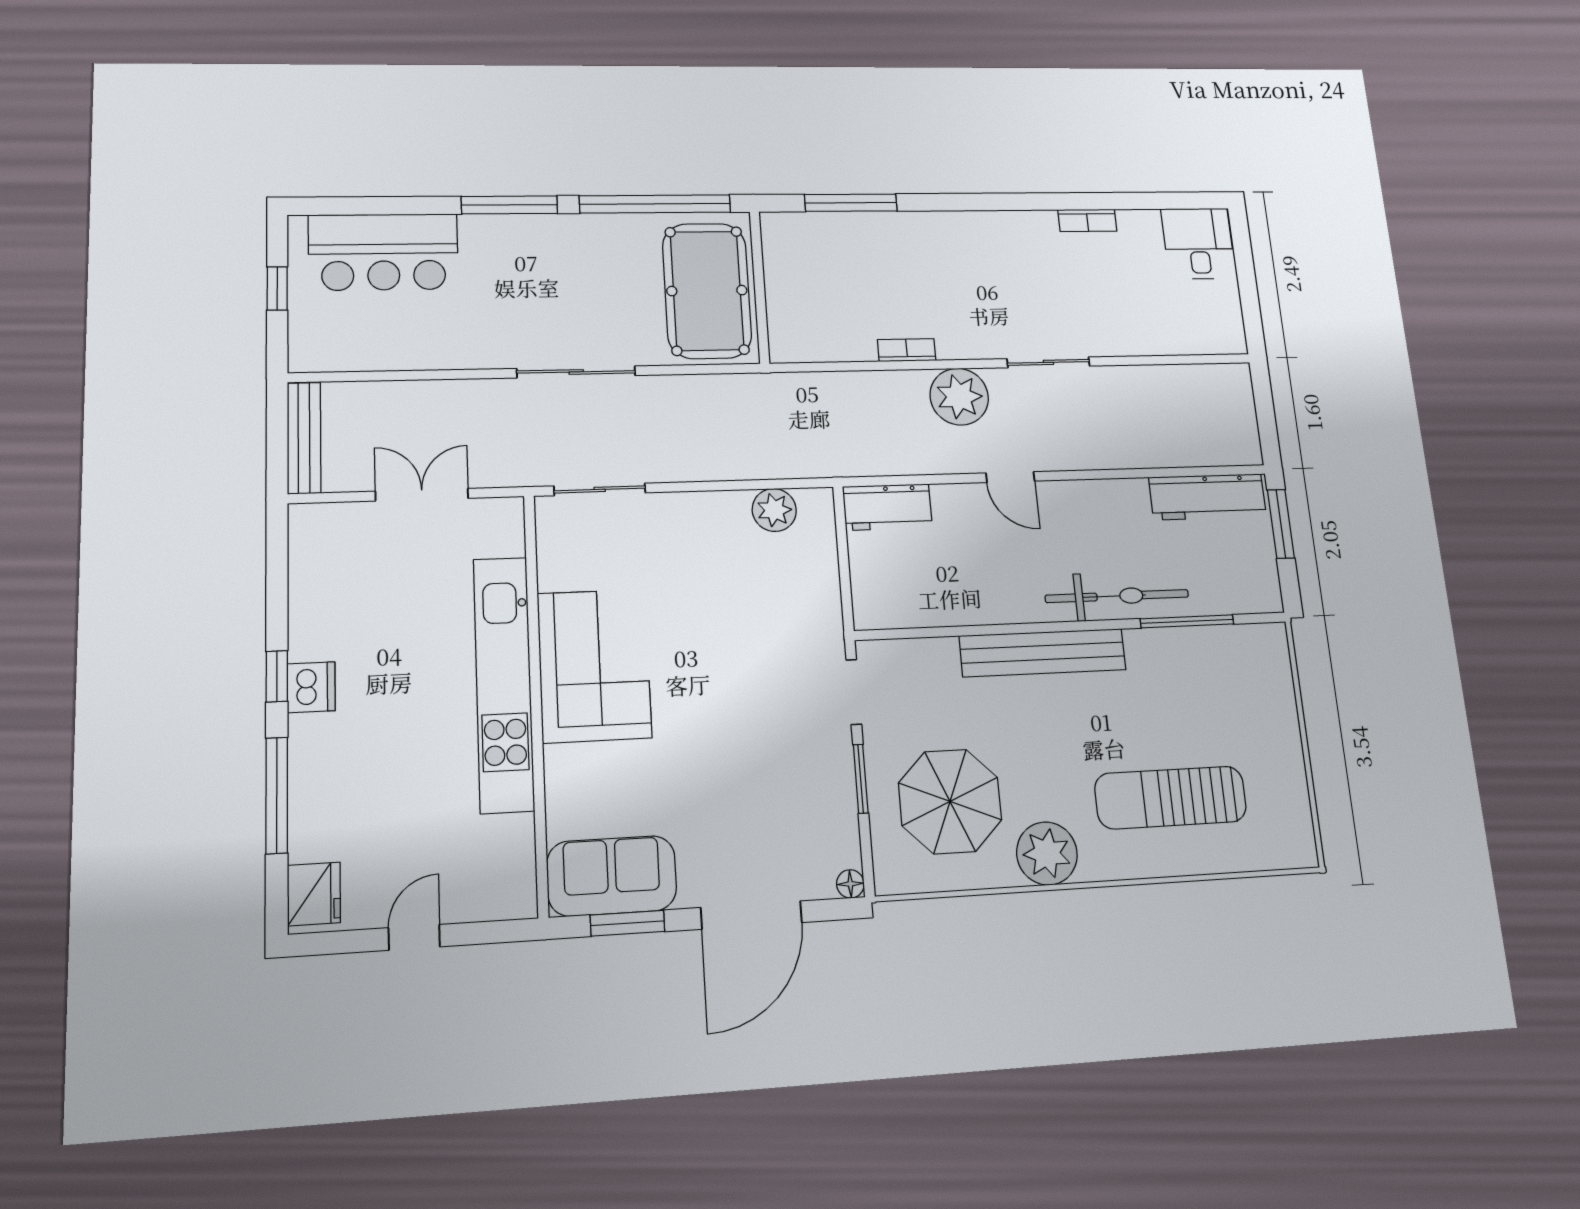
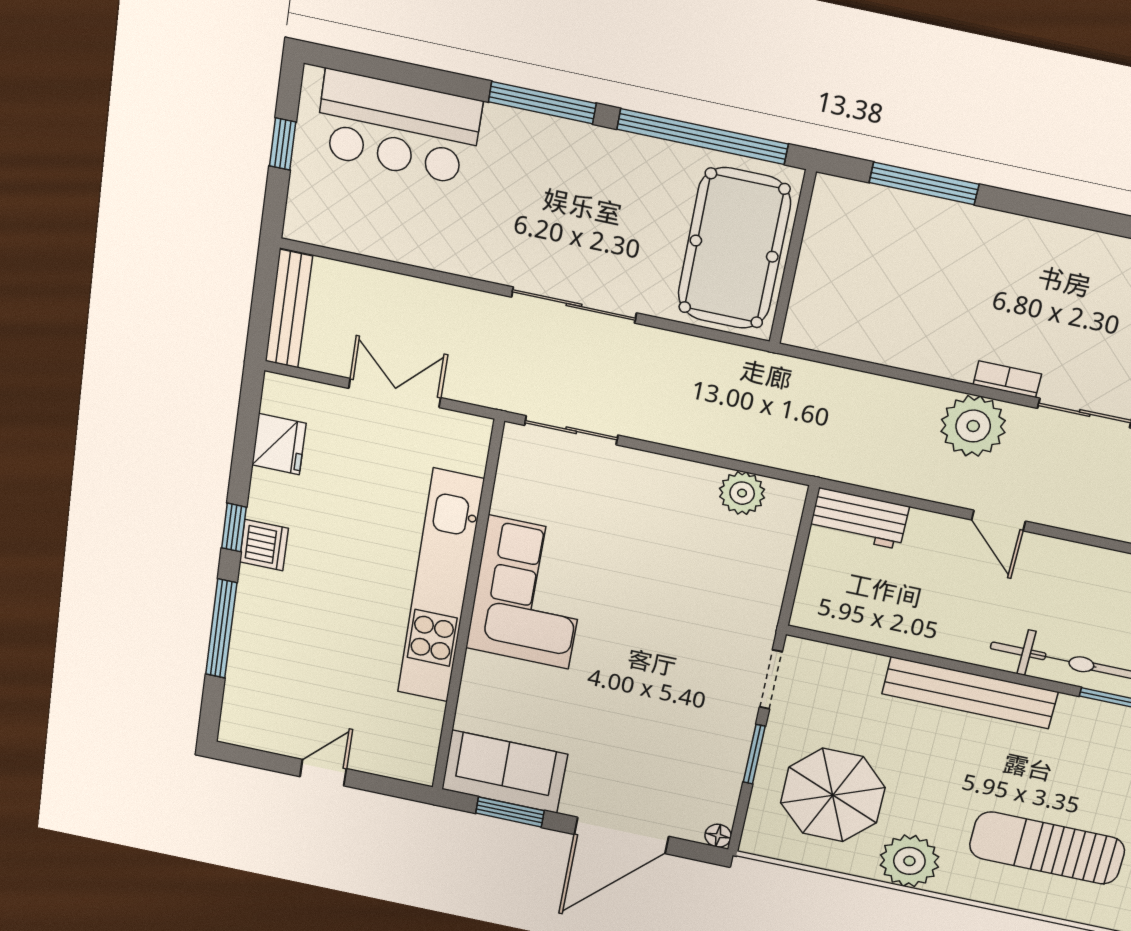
bookcase: (907, 350) -> (1007, 379), moved
fridge: (314, 894) -> (279, 444), moved

